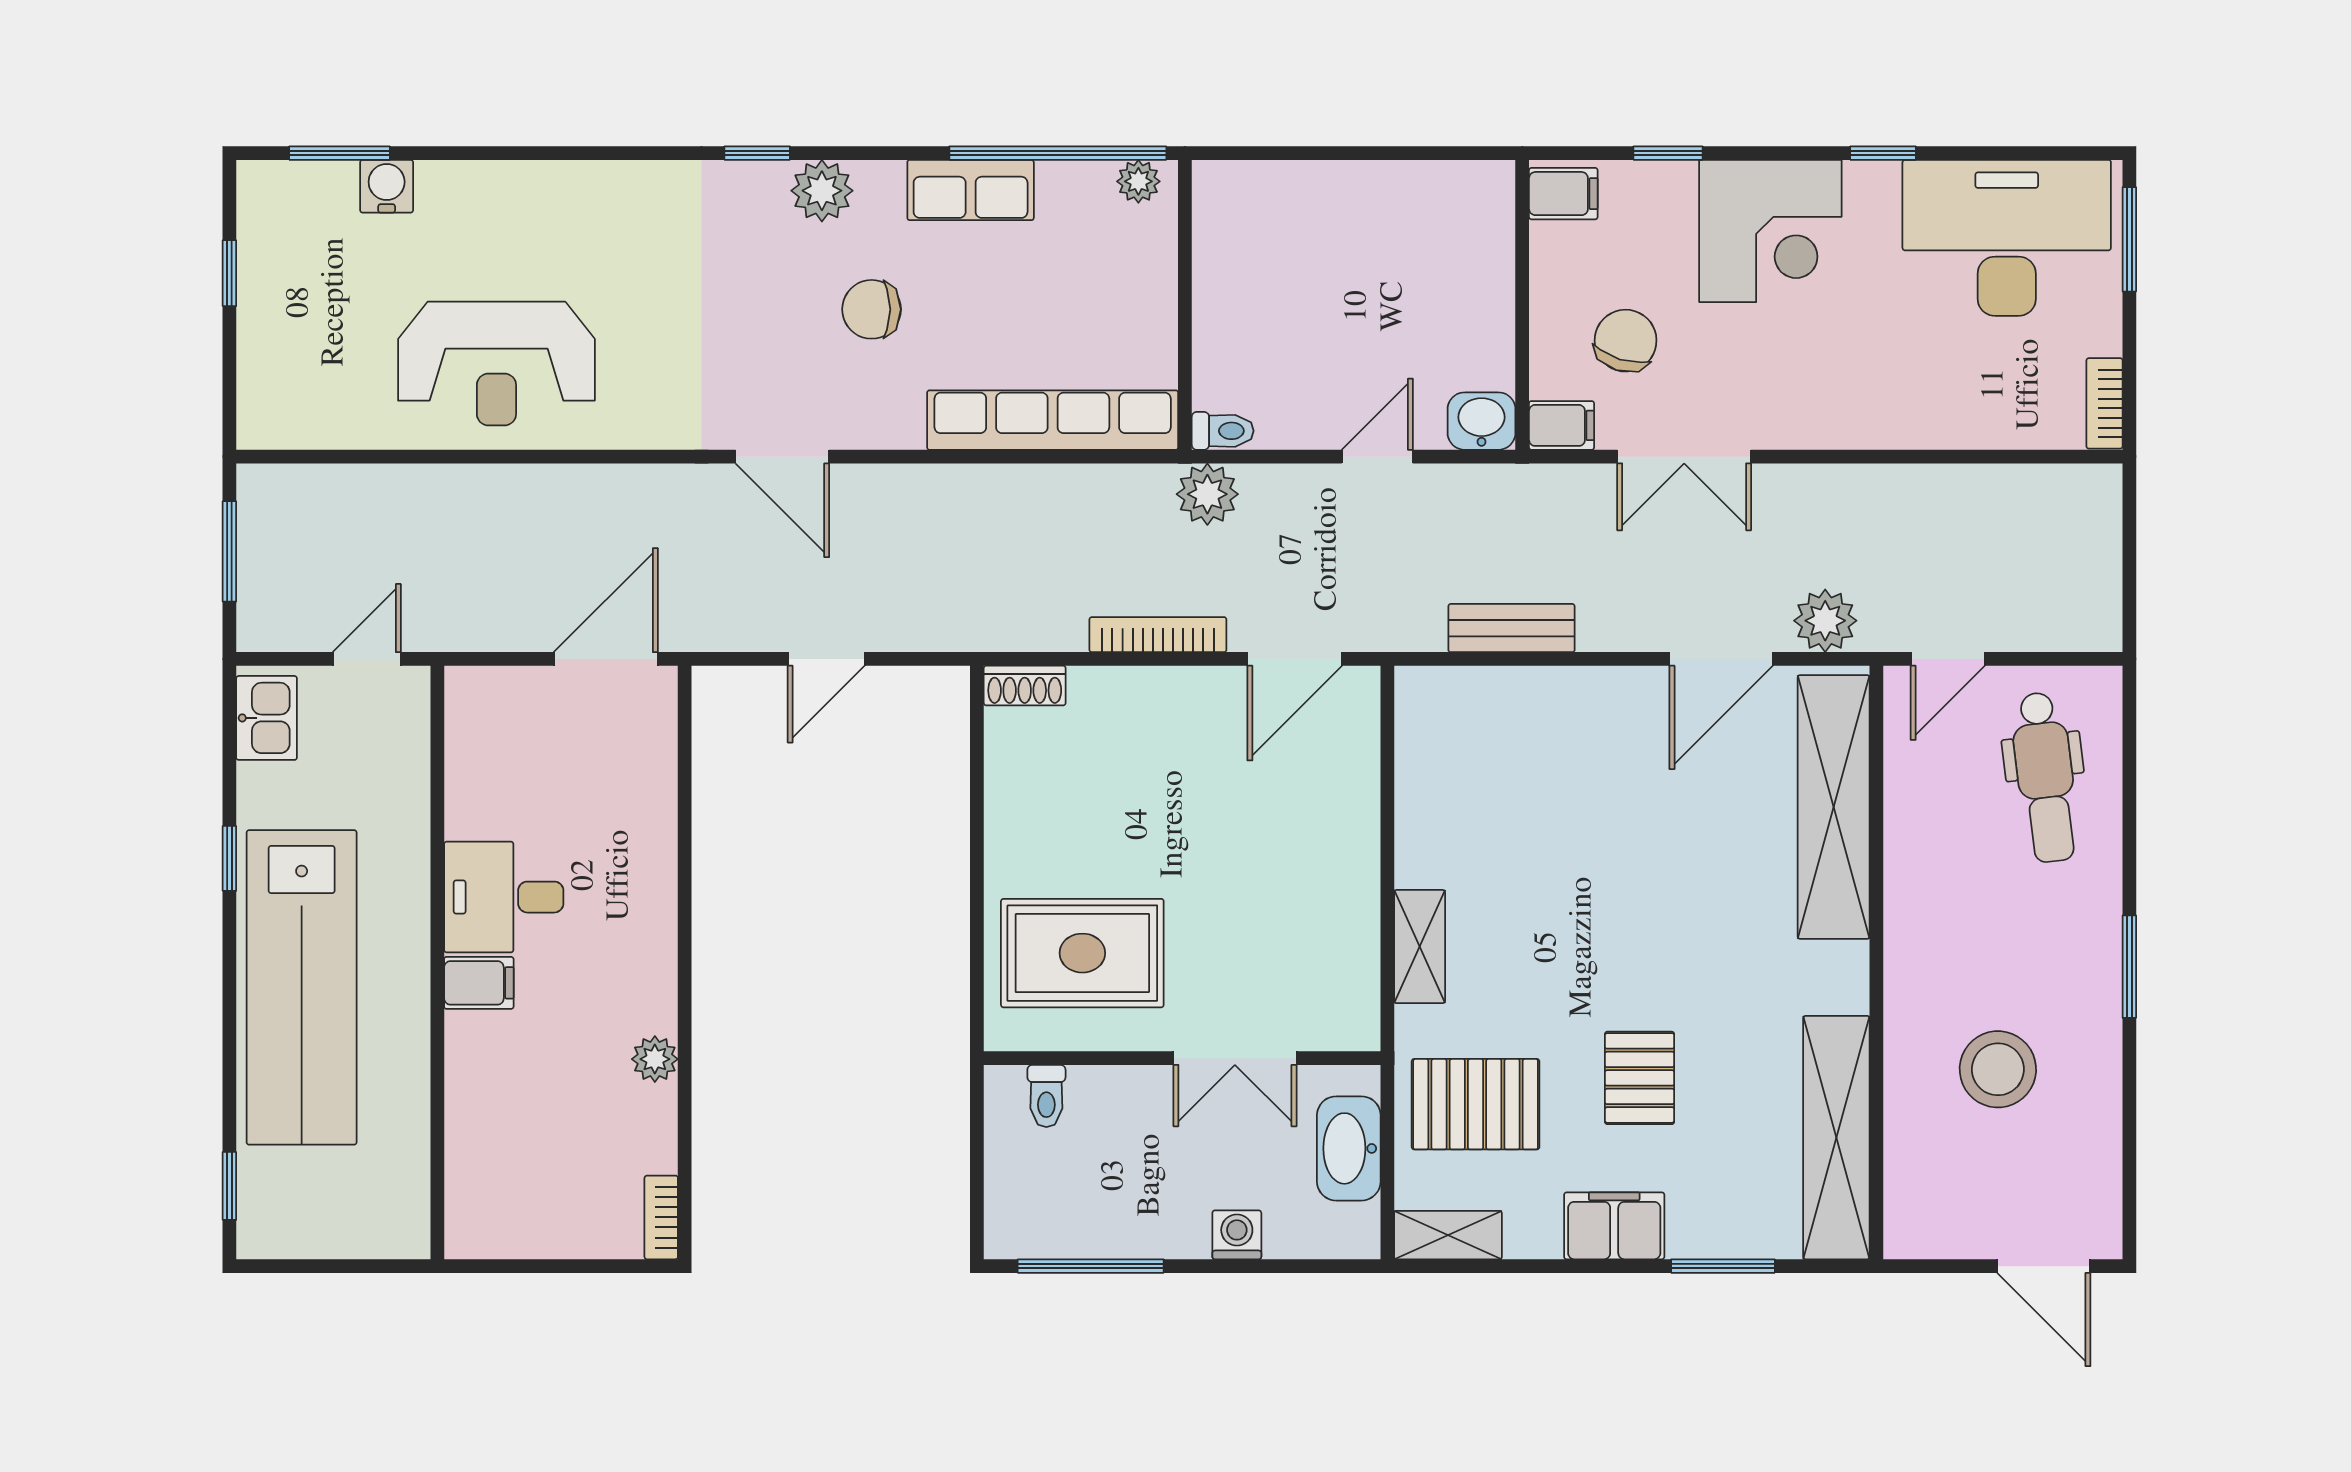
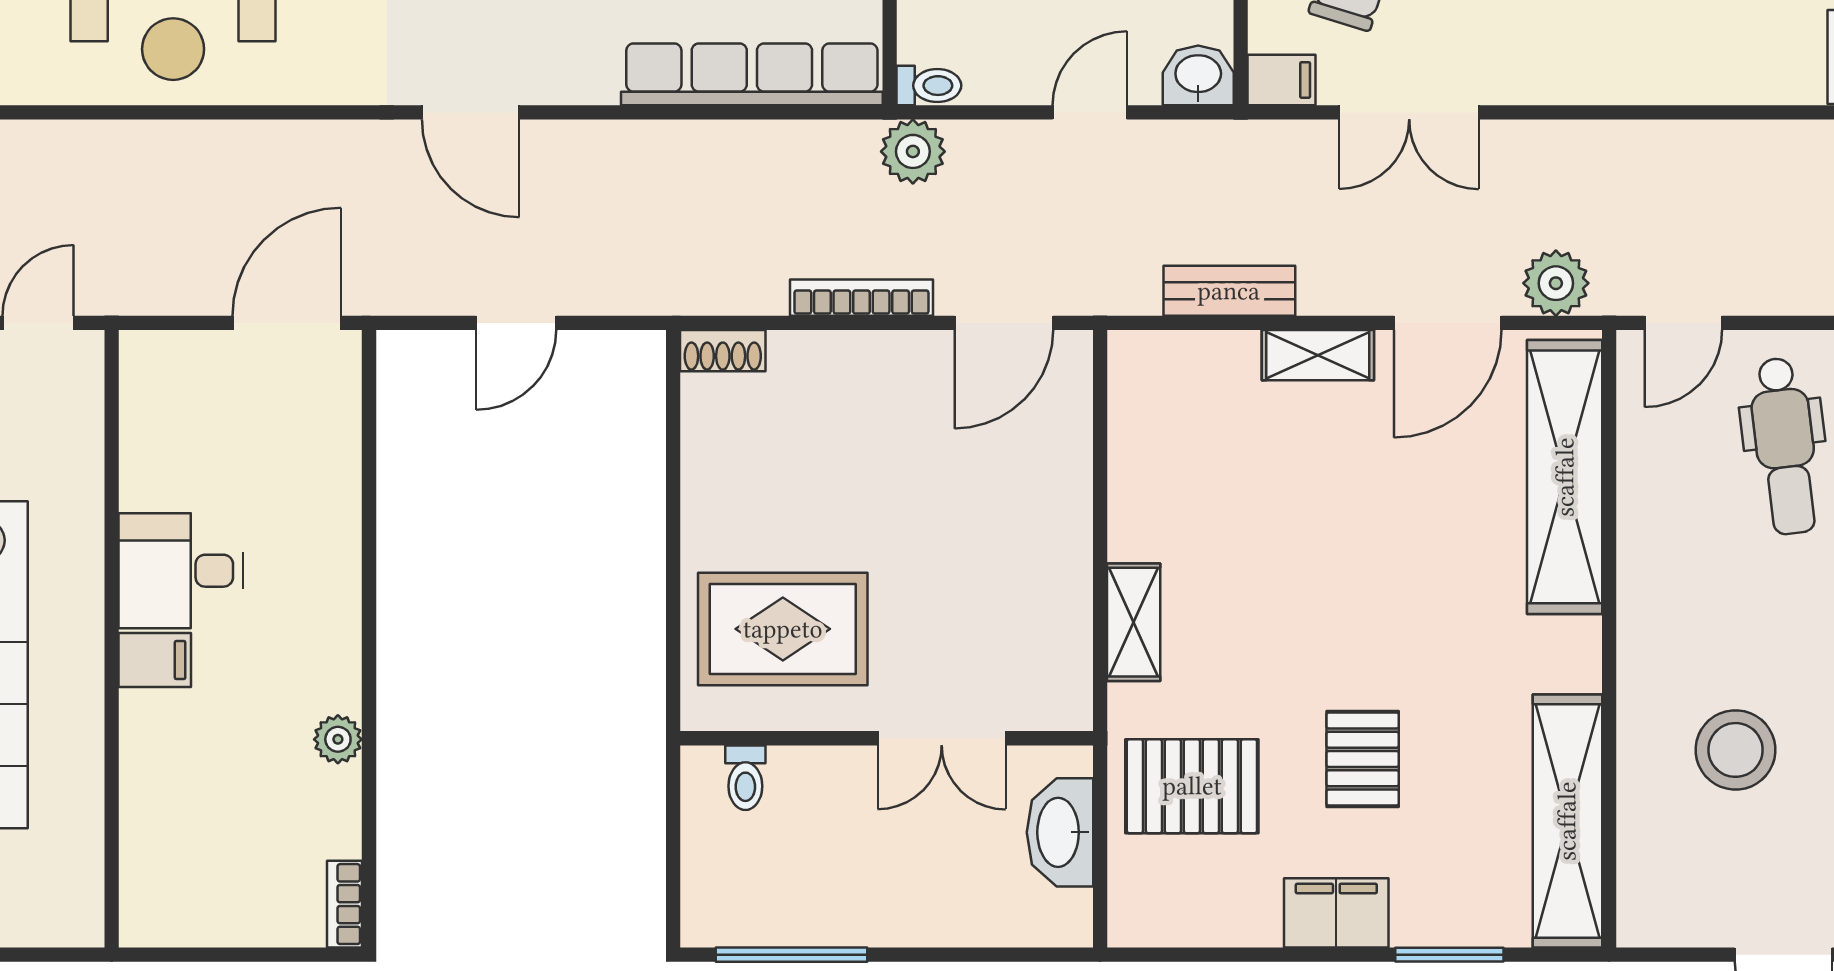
washing machine: (1237, 1235) -> (944, 922), removed
shelving: (1448, 1235) -> (1318, 355), moved

